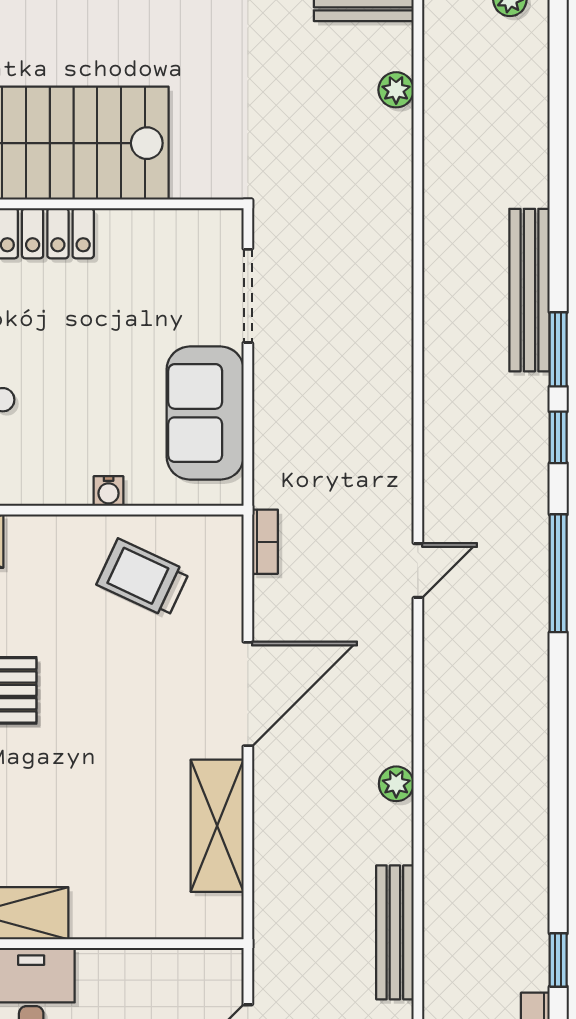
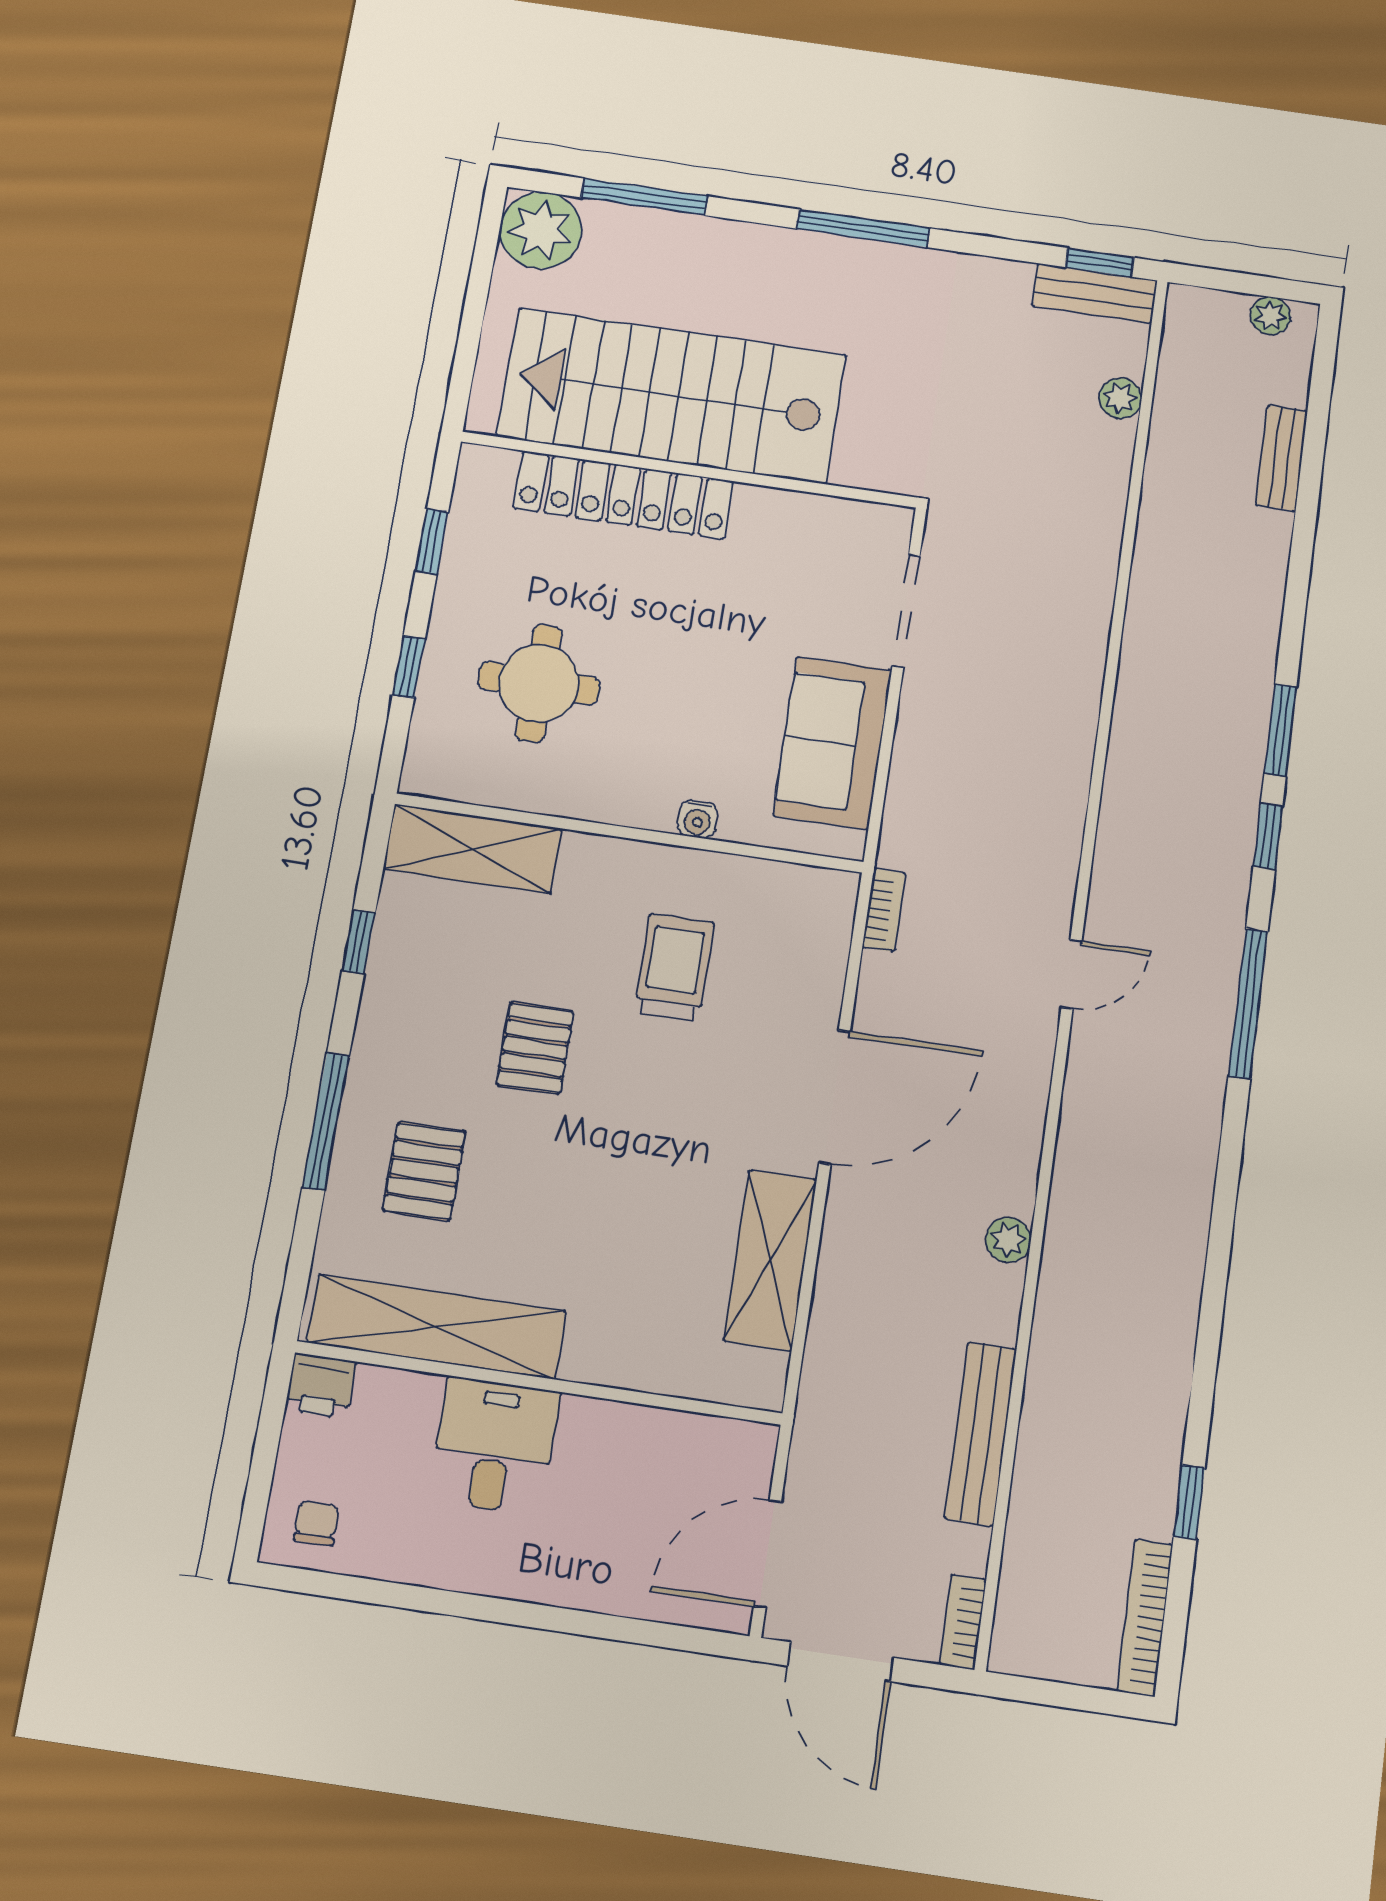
bench: (529, 290) -> (1282, 458), moved, width x0.54, depth x0.82
trolley: (143, 578) -> (674, 967), moved, turned 65

